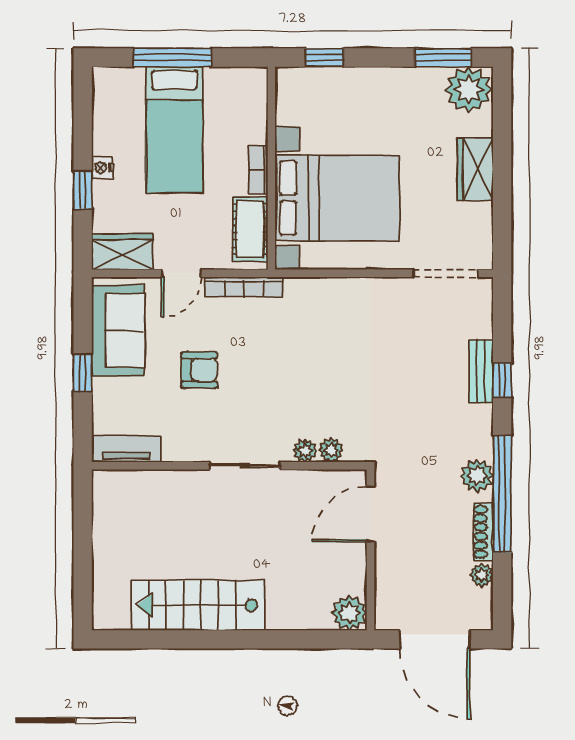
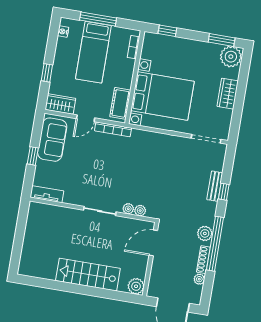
nightstand: (102, 168) -> (63, 32), moved
bookcase: (258, 170) -> (134, 47), moved
armchair: (199, 370) -> (86, 164), removed
stairs: (198, 605) -> (88, 275), moved

